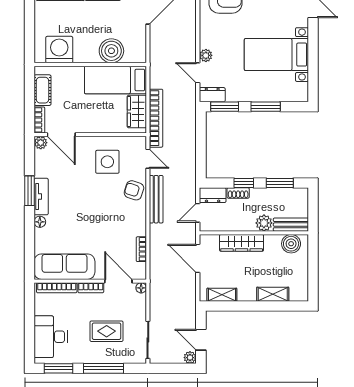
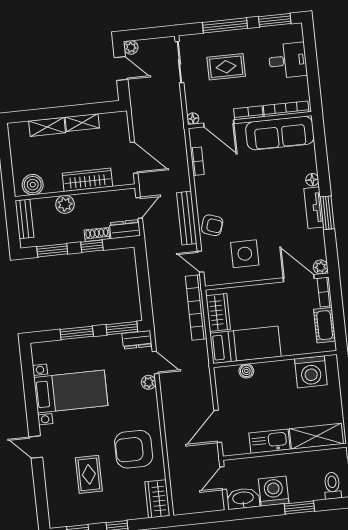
boiler: (111, 51) -> (246, 371), width x0.54, depth x0.54
bench: (291, 225) -> (24, 219), moved, turned 90
shelving: (222, 295) -> (82, 123), moved
desk: (51, 337) -> (288, 60), width x0.73

